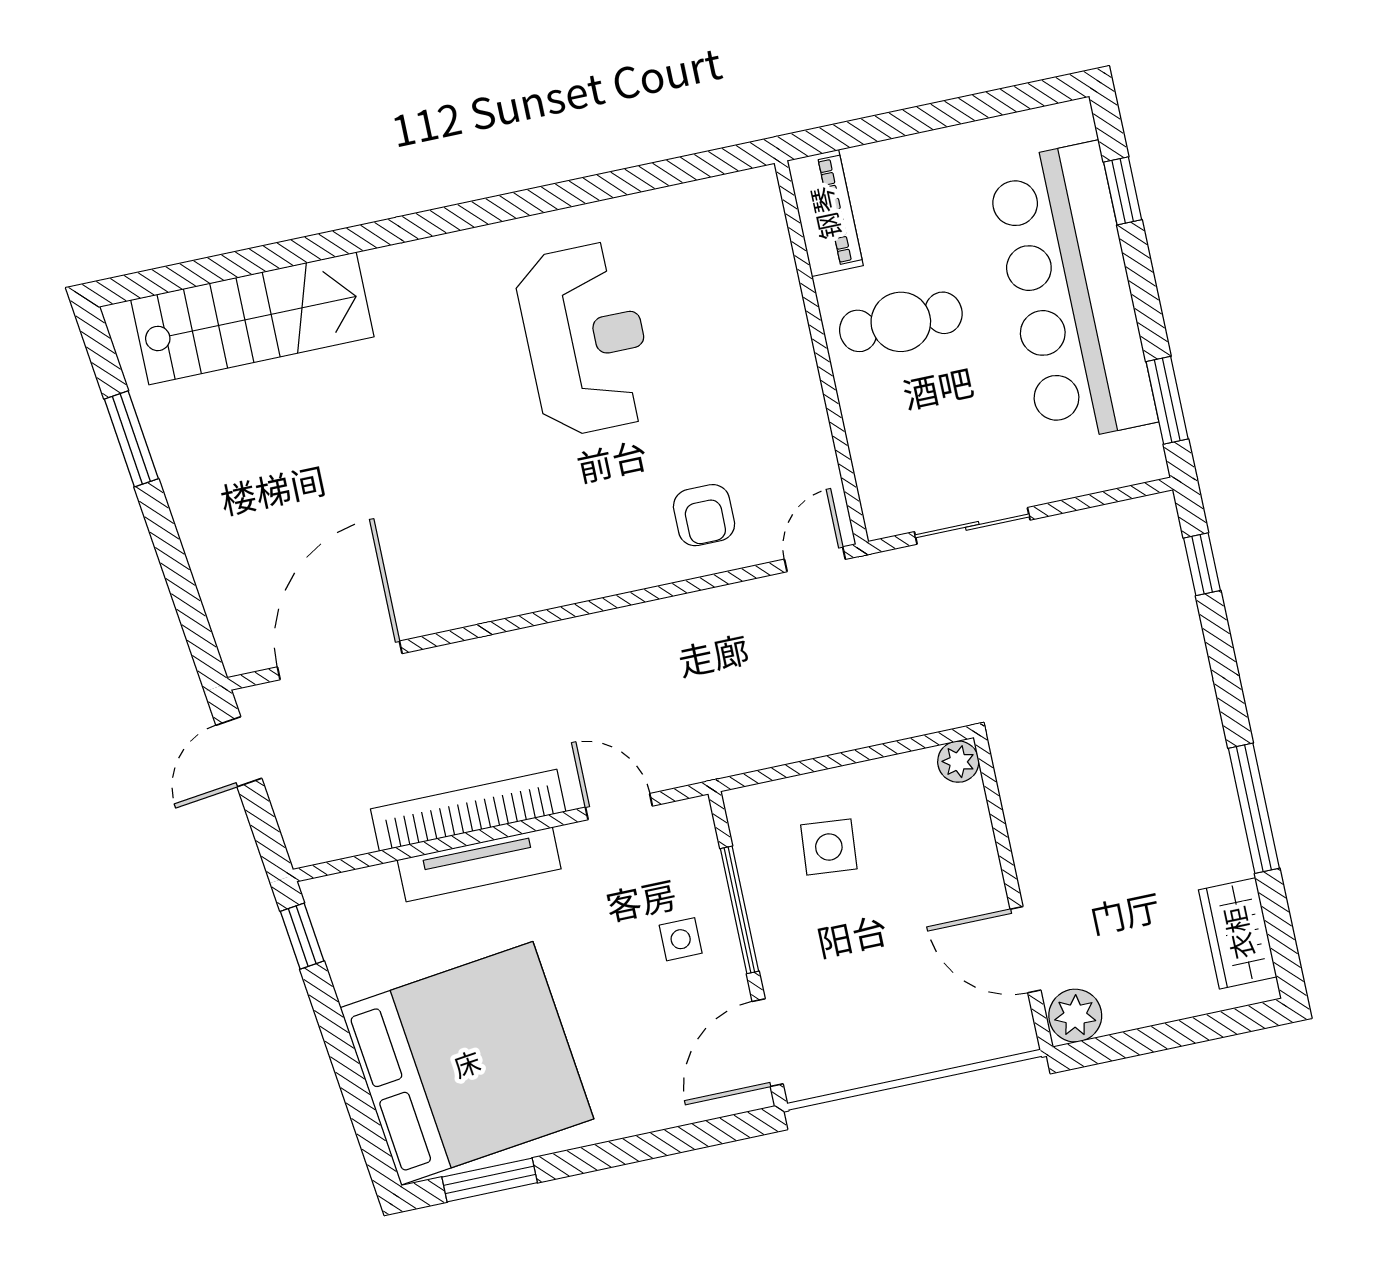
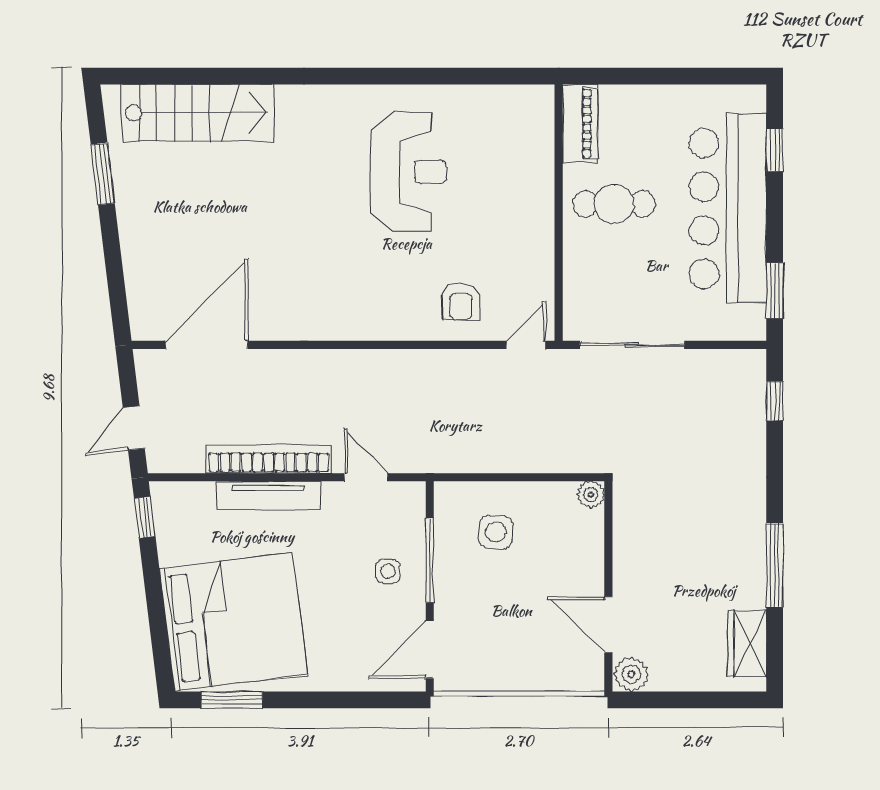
sliding door: (972, 526) -> (632, 345), width x1.37
door: (239, 752) -> (134, 428), moved

